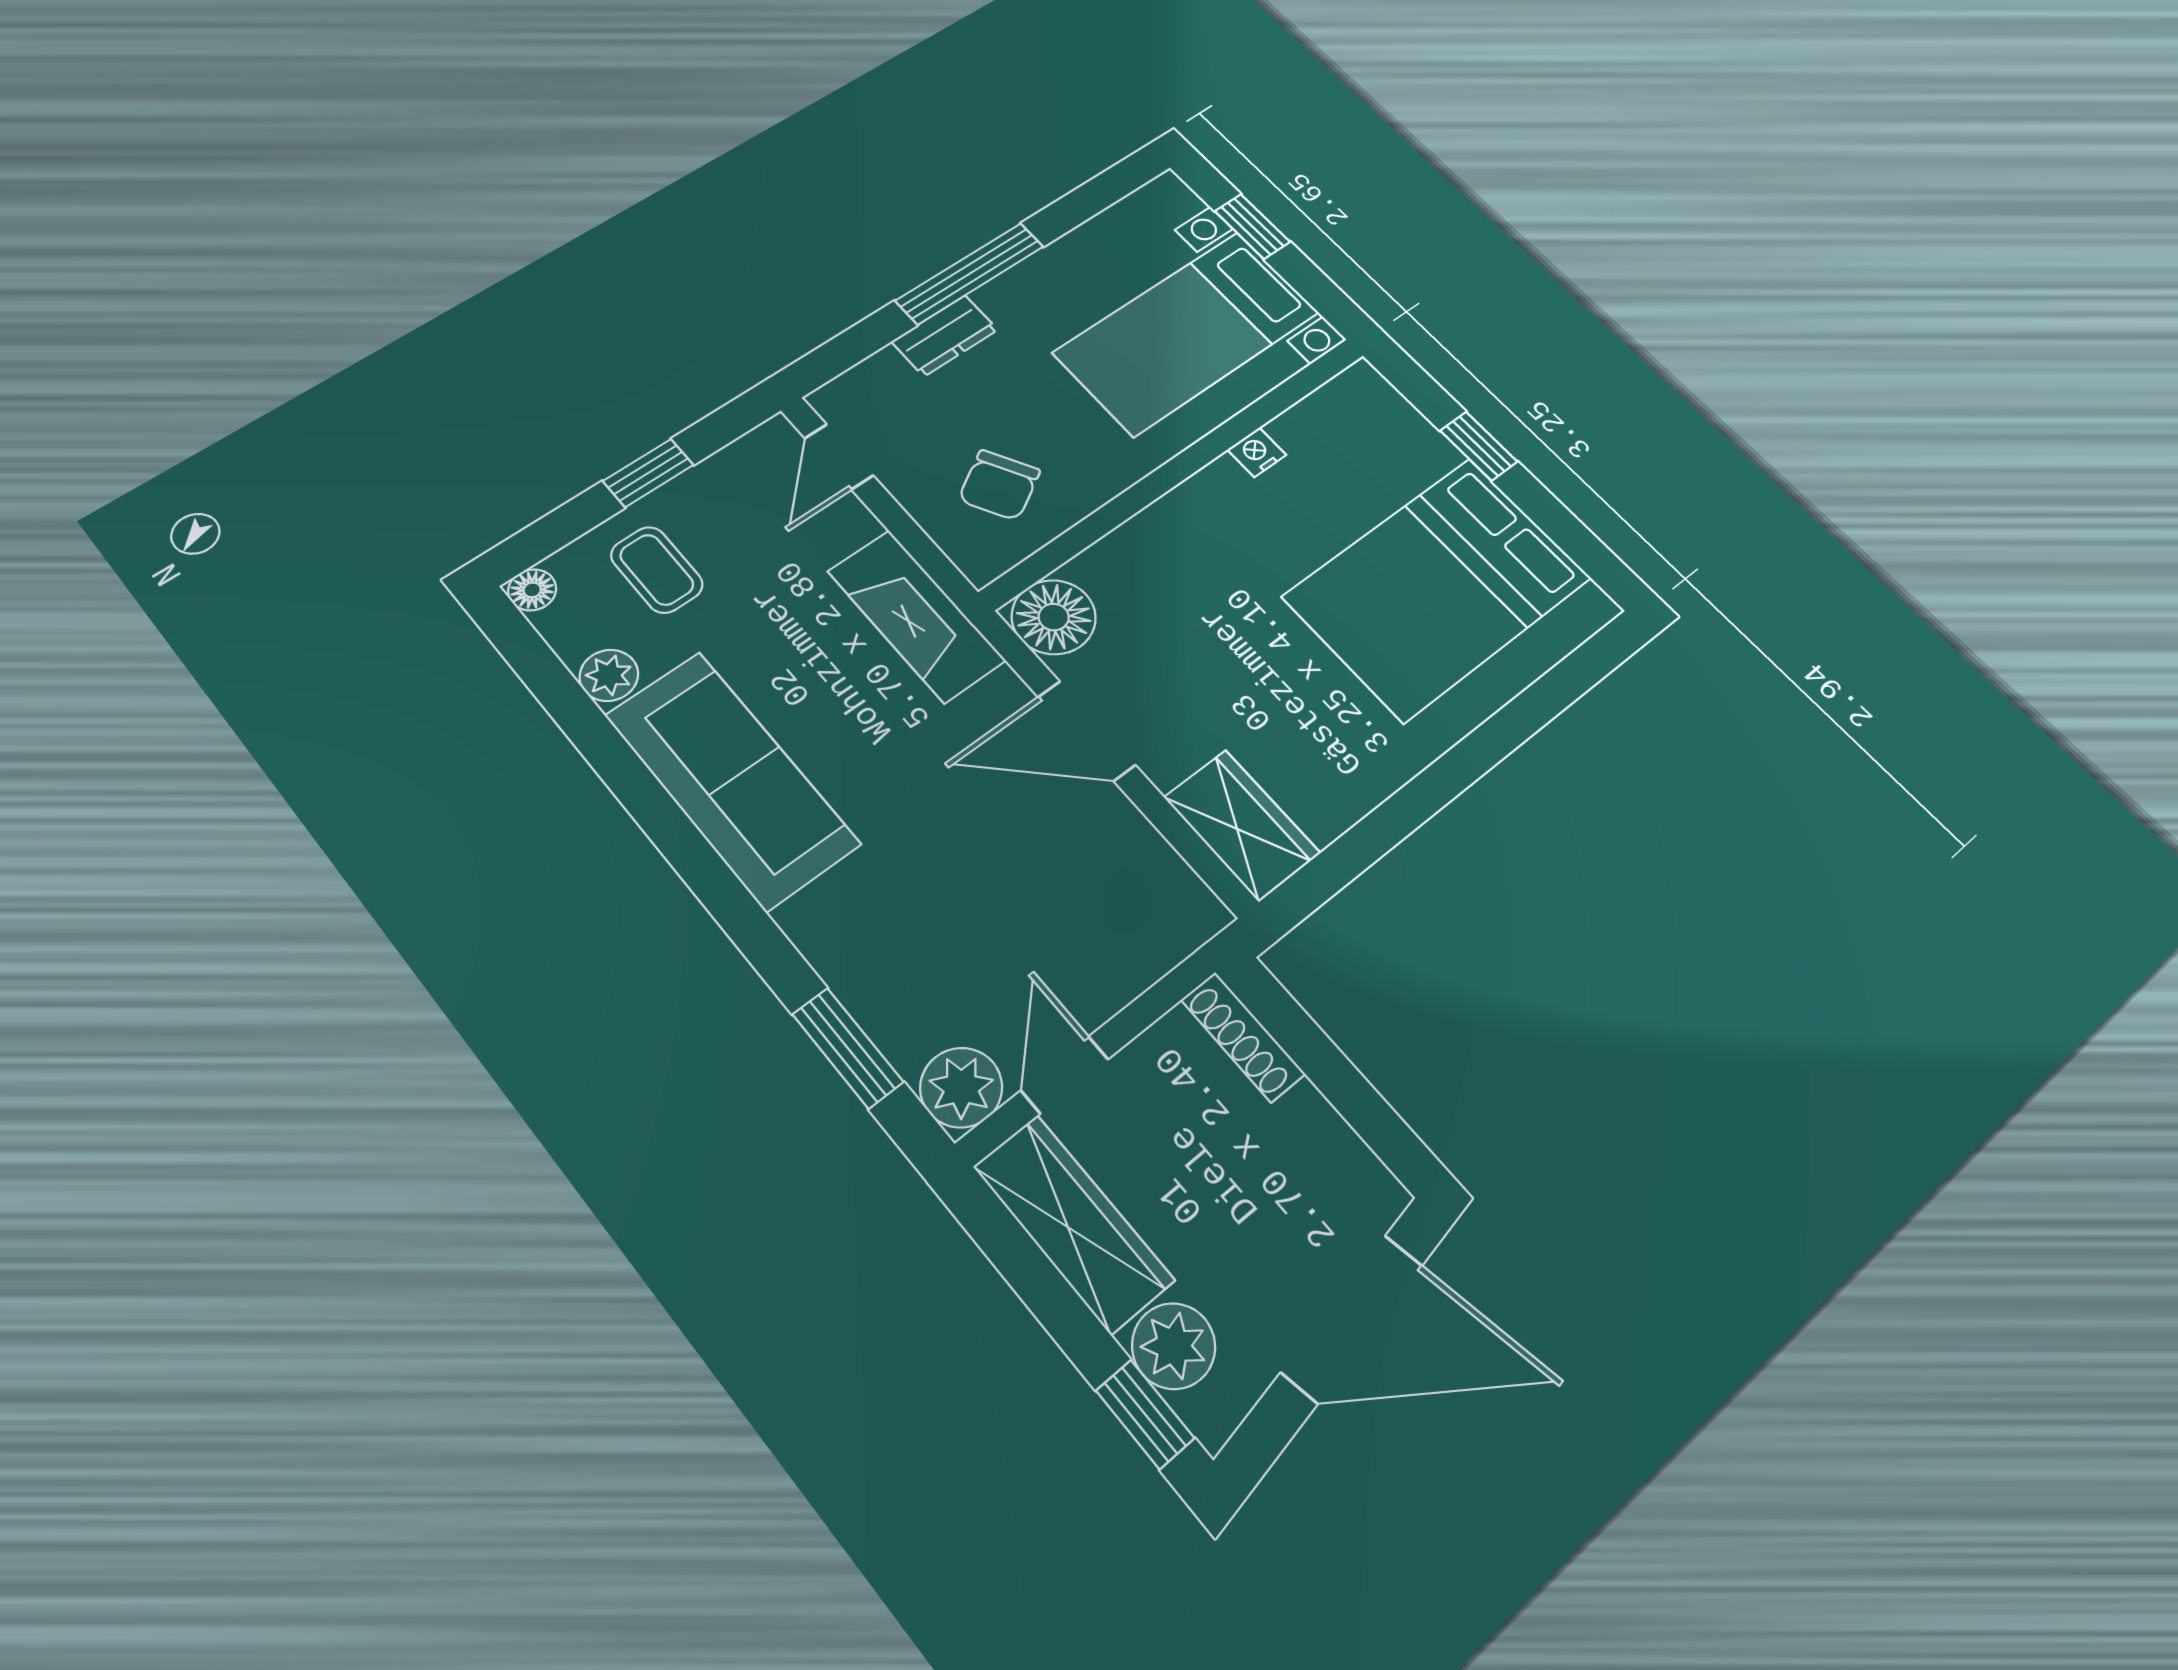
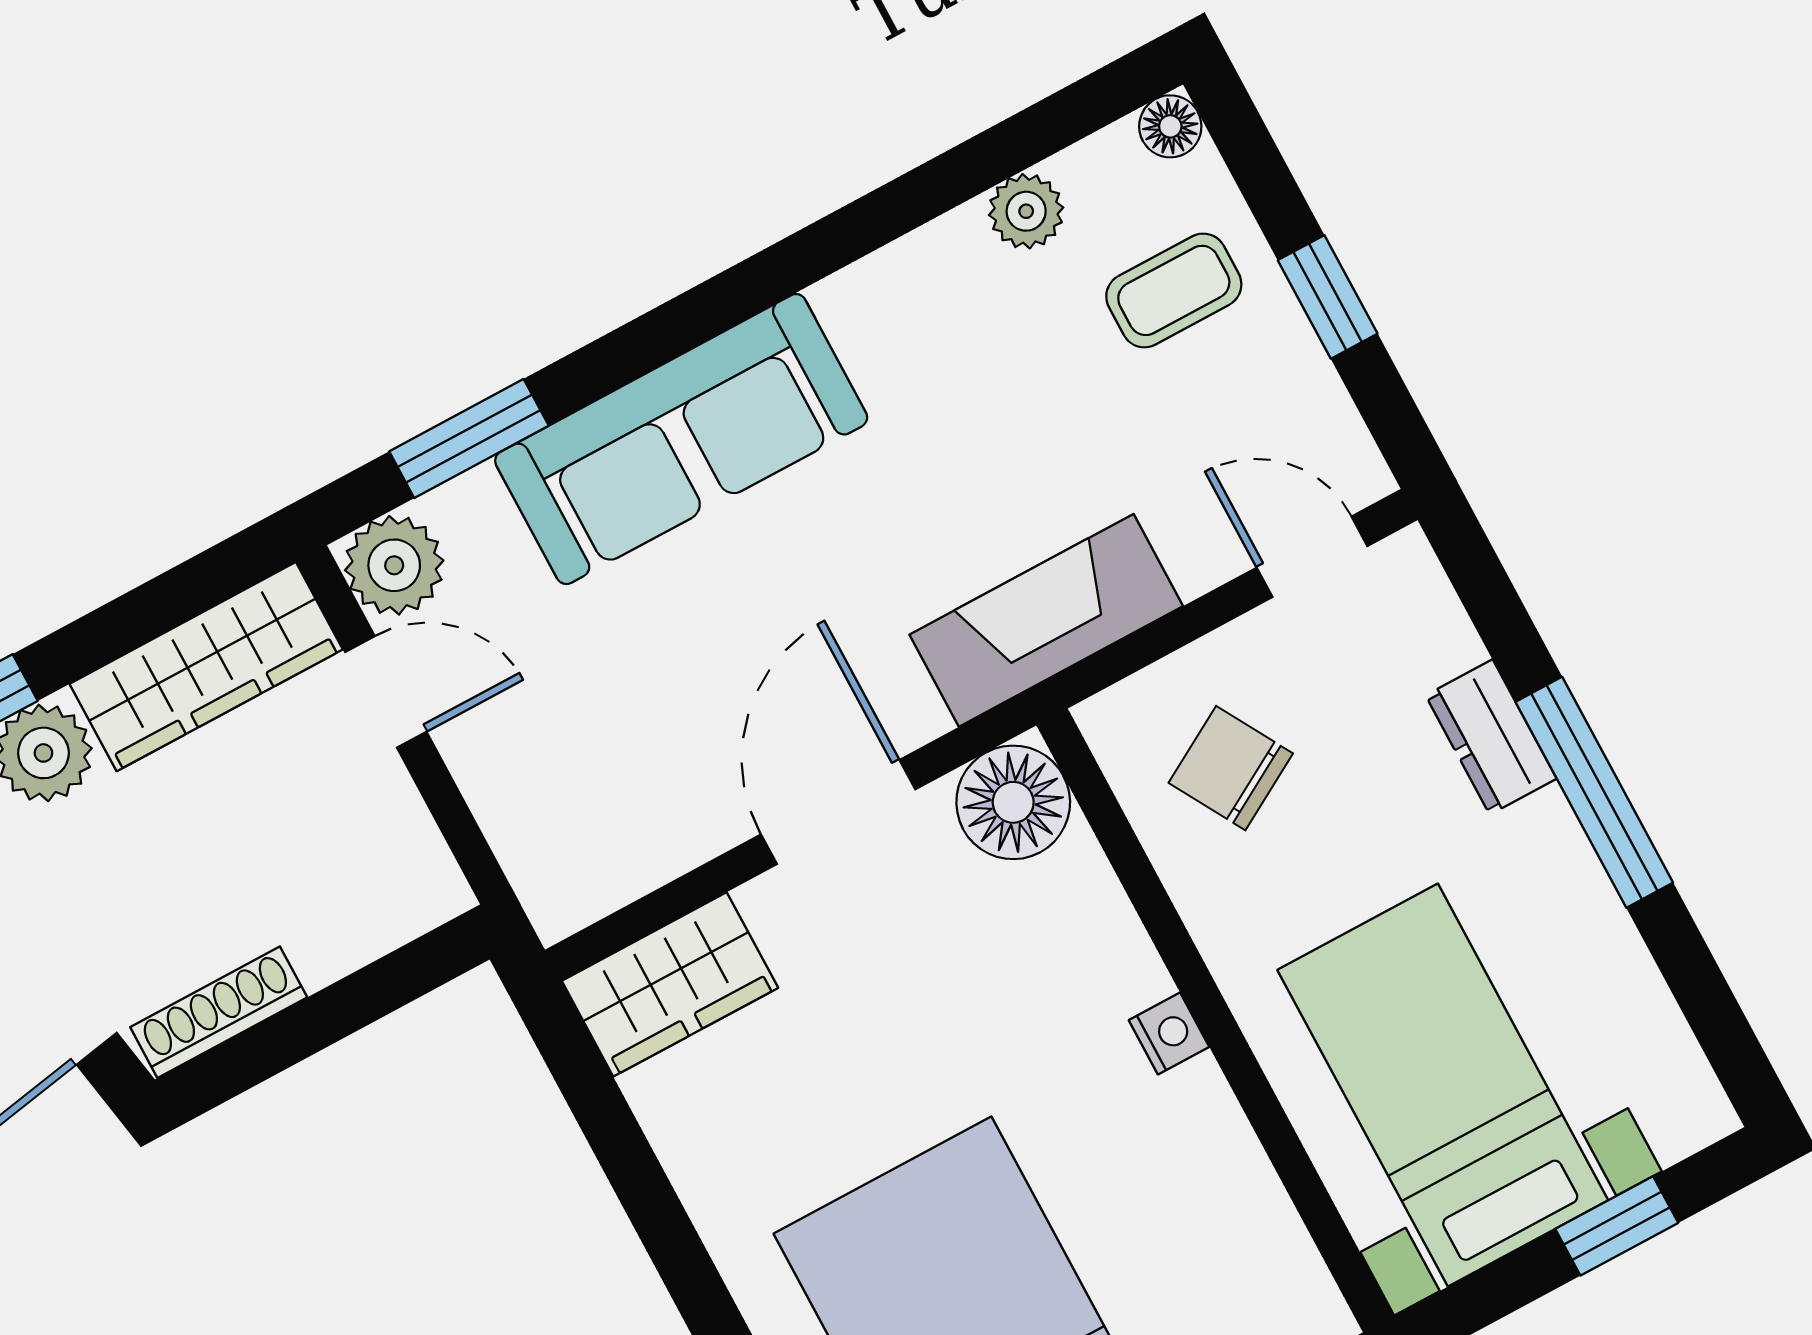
nightstand: (1257, 452) -> (1169, 1033), moved
sofa: (732, 779) -> (681, 439), moved
shoe rack: (1243, 1037) -> (219, 1012), moved

